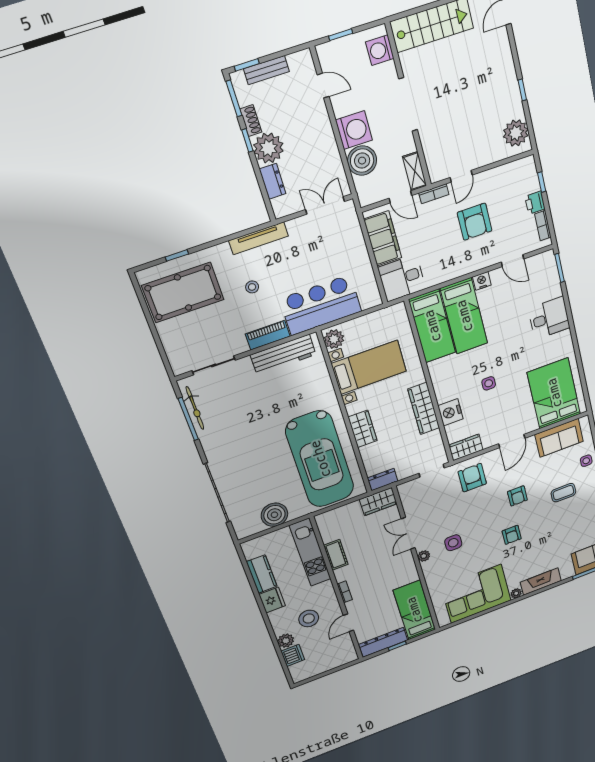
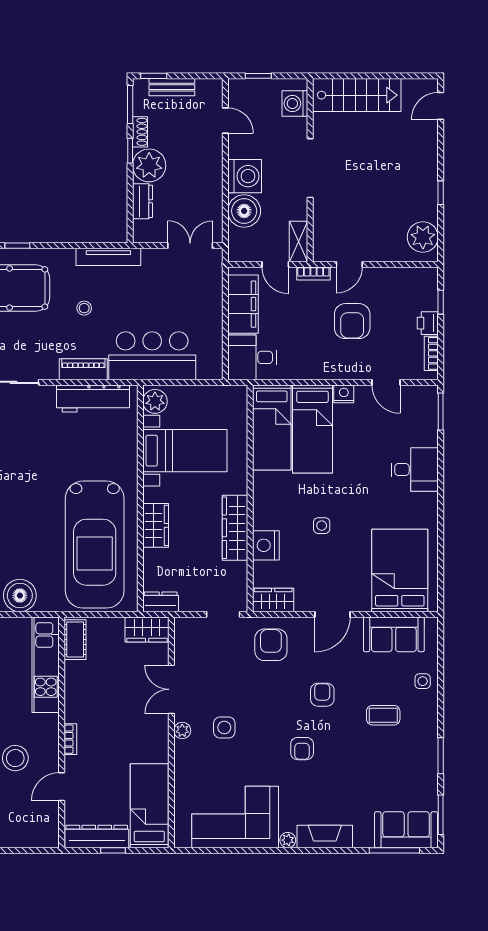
armchair: (517, 496) -> (322, 695), turned 180
cot: (336, 555) -> (75, 640), moved

